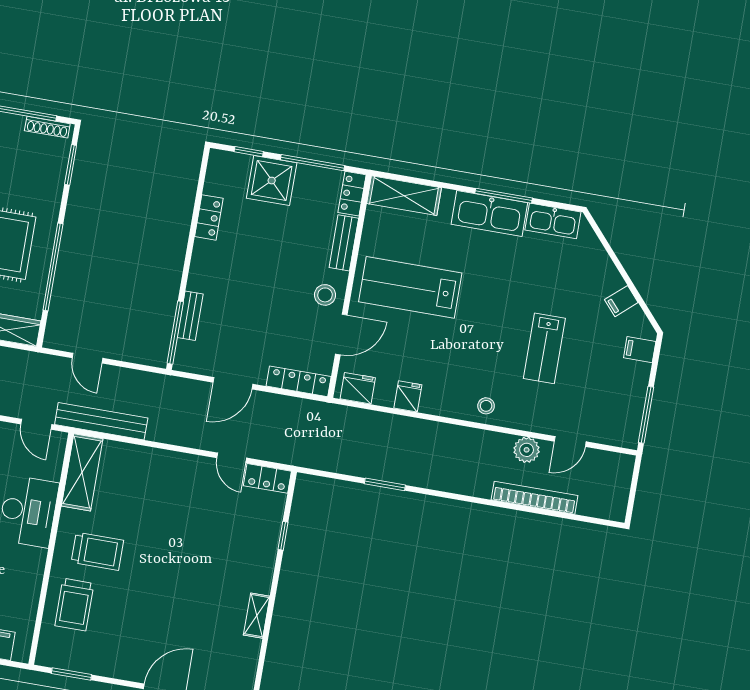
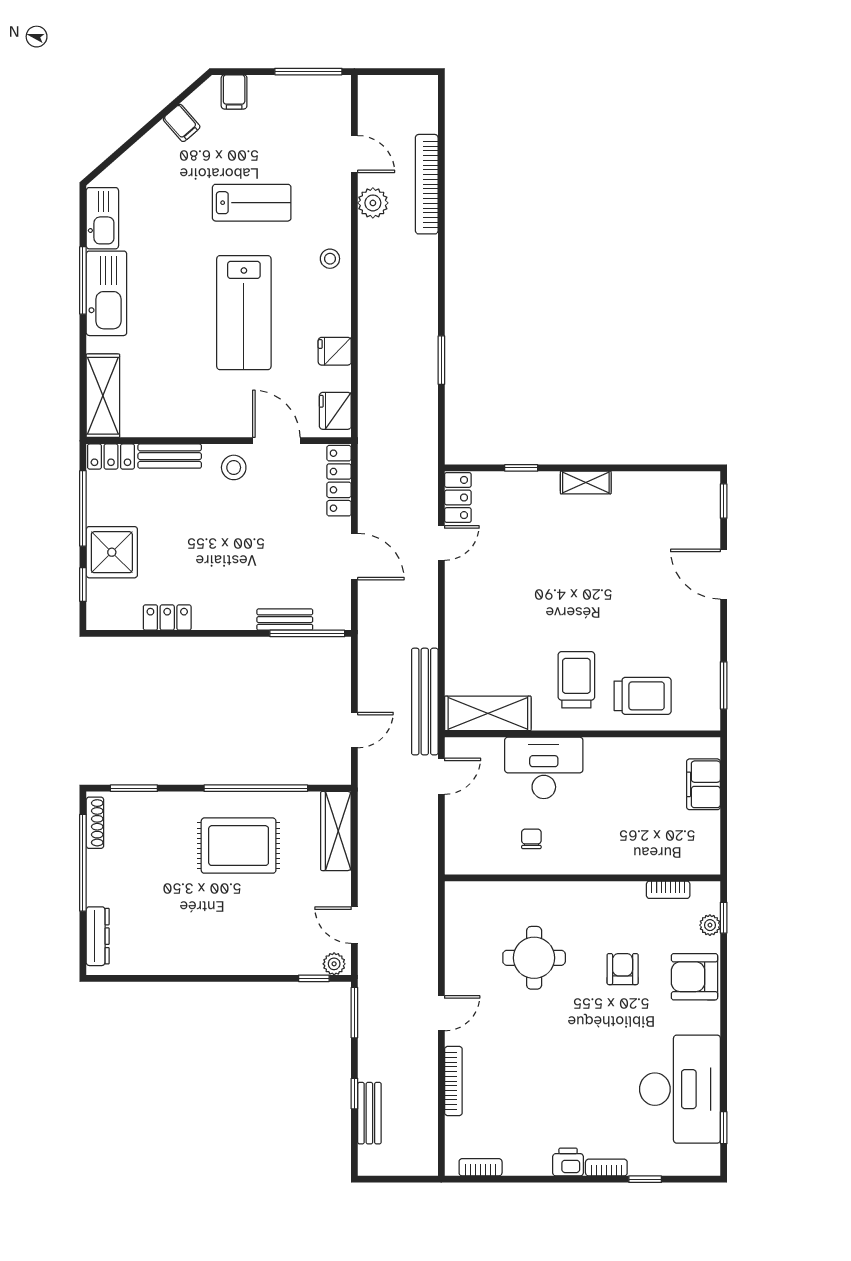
lab bench: (410, 287) -> (244, 313), moved
shelving: (257, 616) -> (586, 483), moved

